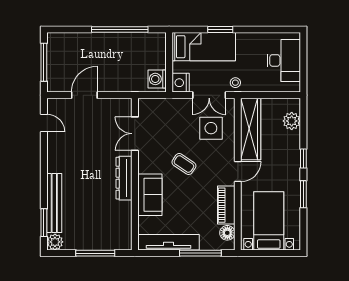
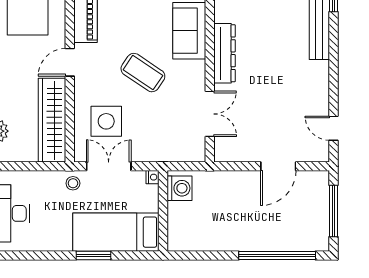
window: (120, 29) -> (277, 256), moved
nightstand: (181, 83) -> (153, 177), width x0.53, depth x0.56
coffee table: (184, 164) -> (143, 73), width x1.36, depth x1.30

